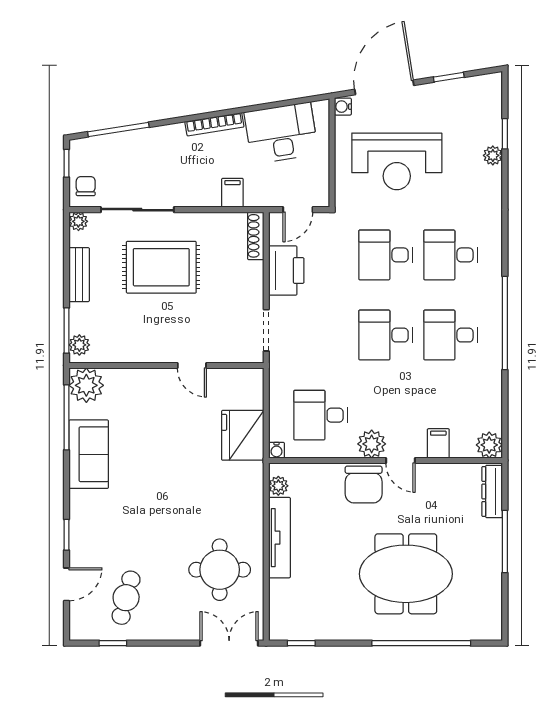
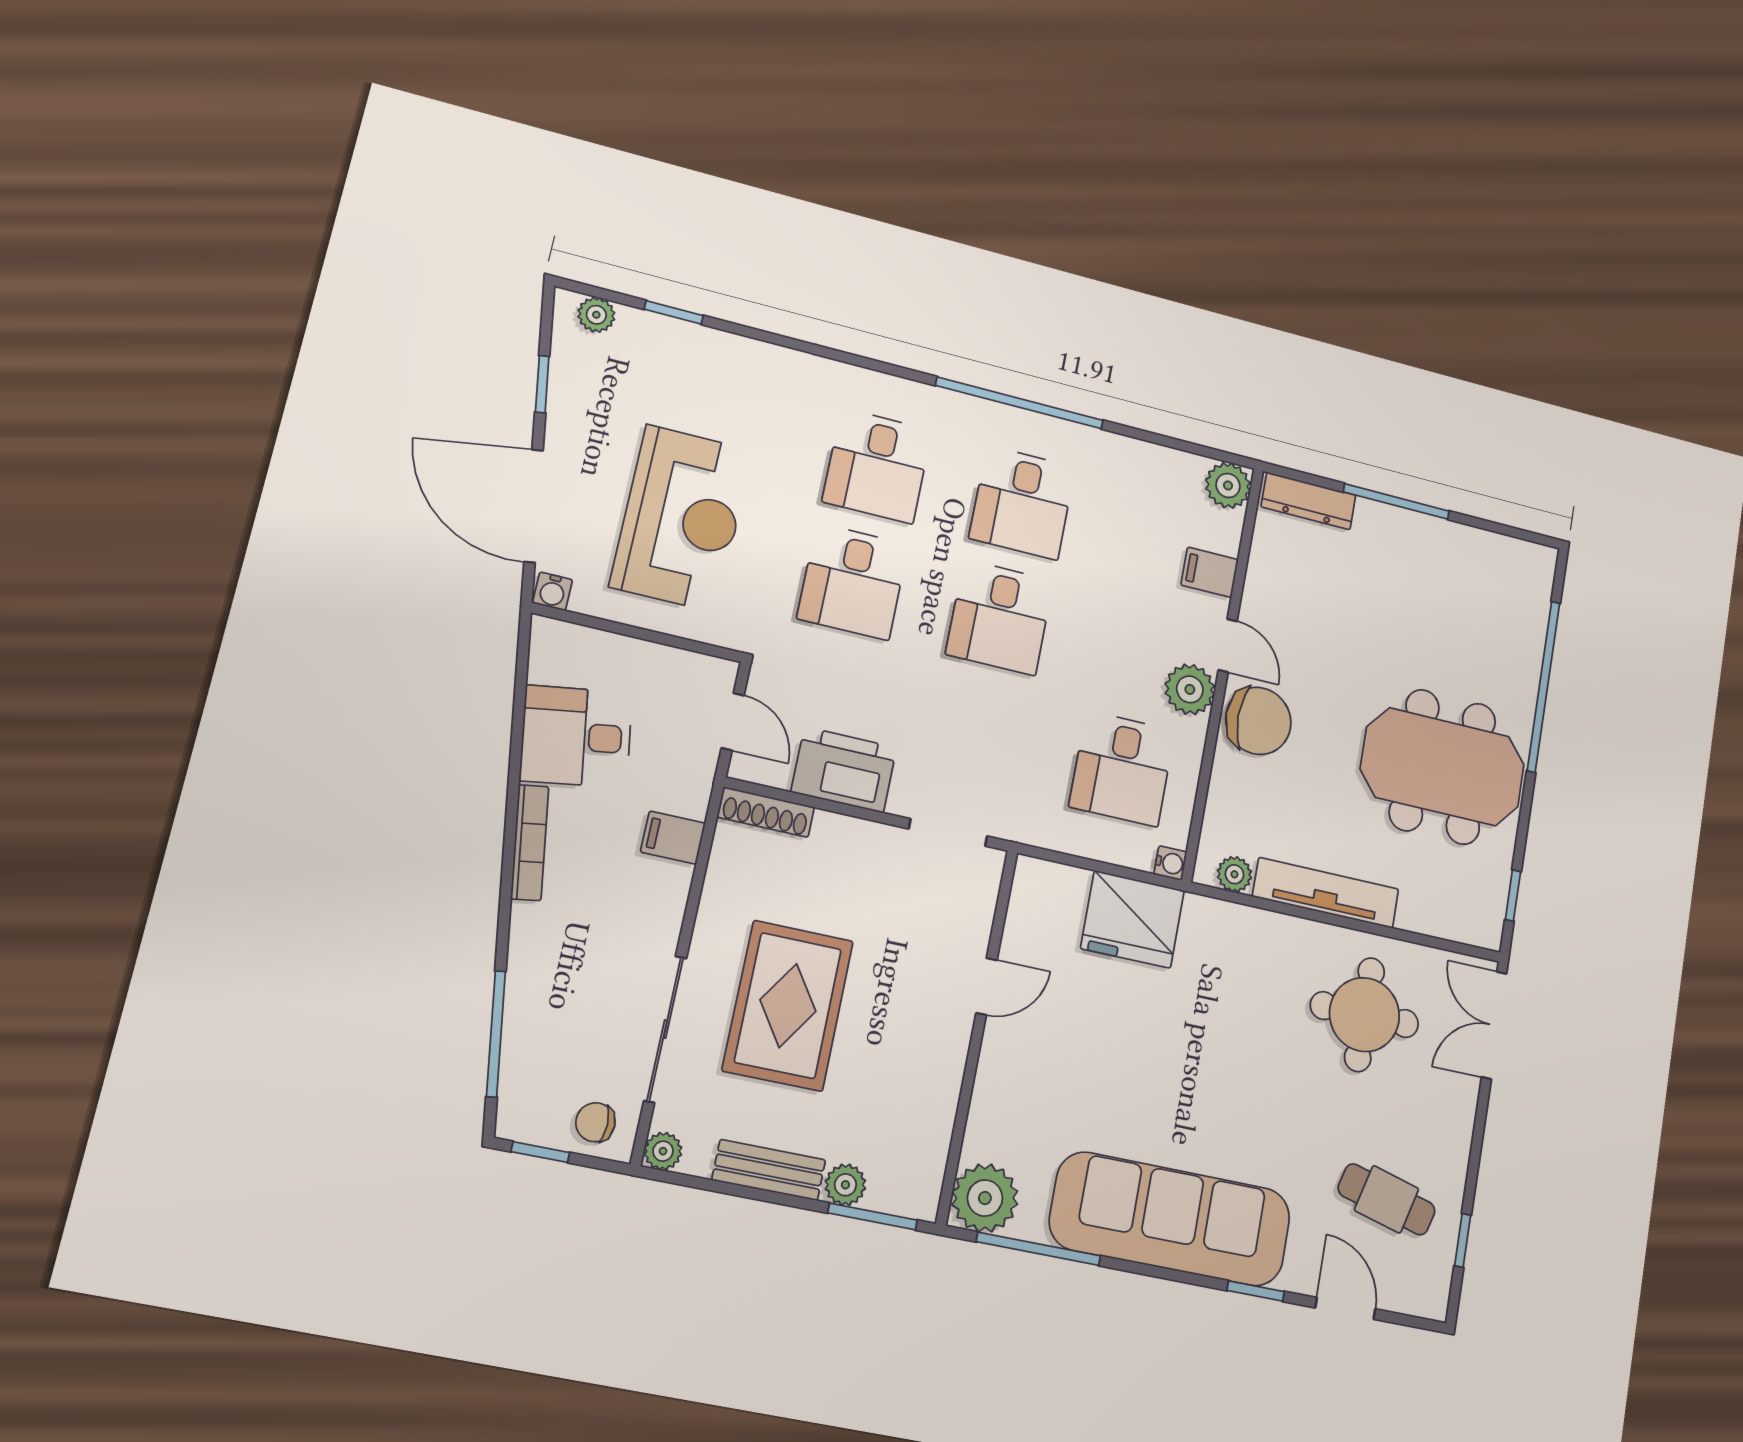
desk: (281, 133) -> (576, 737), width x0.73
plant: (493, 155) -> (596, 315), moved
plant: (79, 345) -> (845, 1185), moved
sofa: (89, 454) -> (1171, 1219), width x1.85, depth x1.27
door: (400, 460) -> (1228, 646), hinge flipped
meeting table: (406, 574) -> (1443, 767), moved, turned 90

